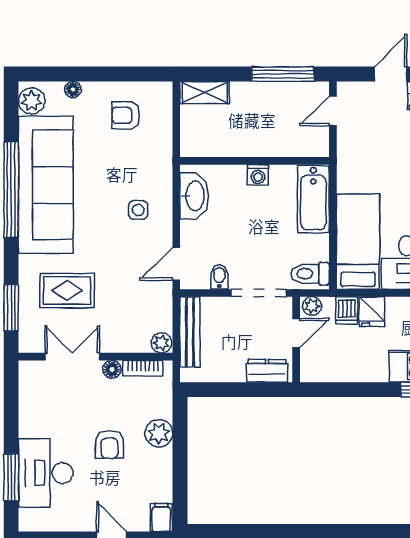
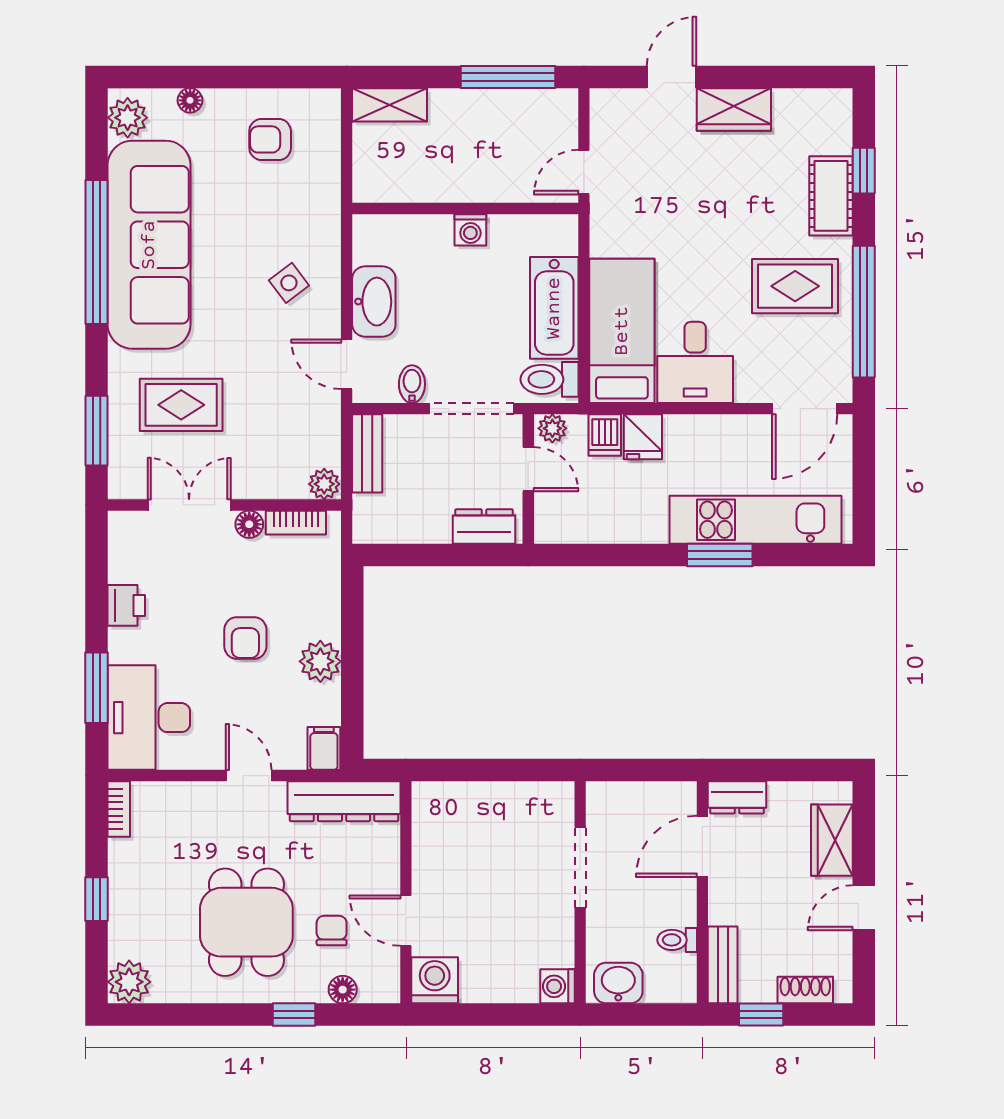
door: (333, 111) -> (584, 172), moved
washbasin: (194, 196) -> (374, 302), moved
bathtub: (313, 199) -> (554, 308), moved
side table: (138, 210) -> (289, 283), turned -37
door: (176, 264) -> (347, 364), hinge flipped
bench: (190, 332) -> (367, 453), width x0.73
door: (296, 333) -> (528, 469), hinge flipped
printer: (31, 423) -> (126, 605), added
plant: (159, 433) -> (320, 661), moved
desk: (46, 473) -> (149, 718), moved

